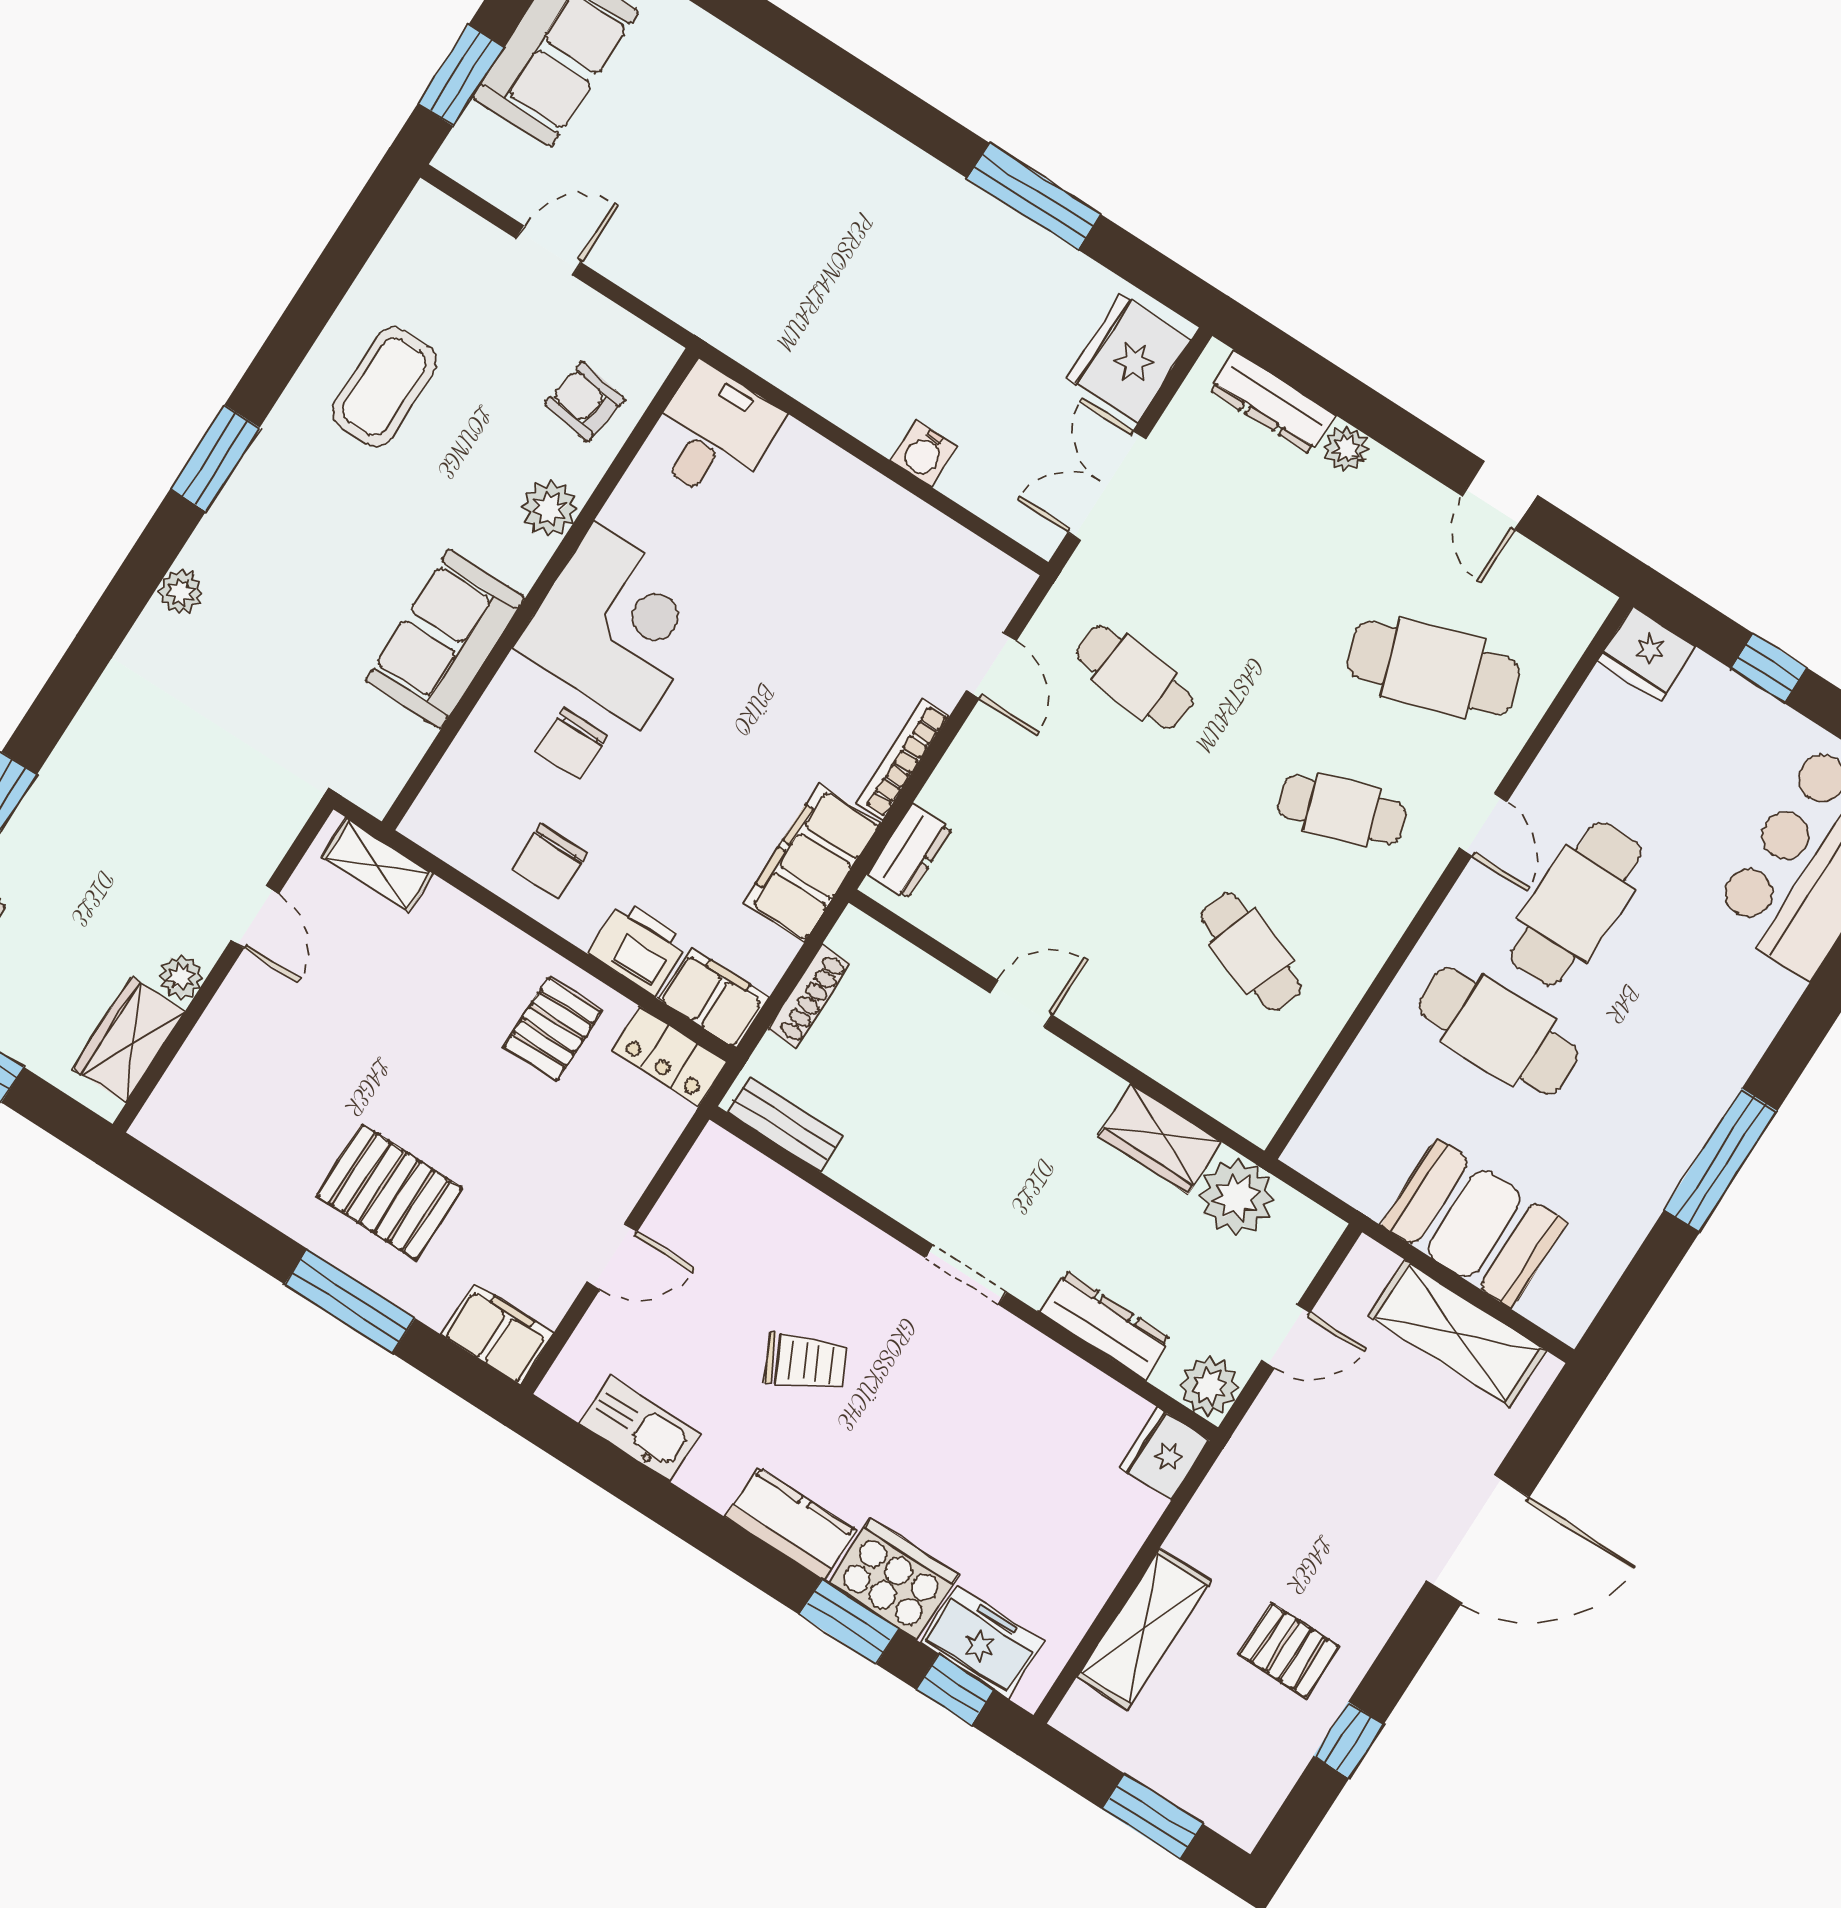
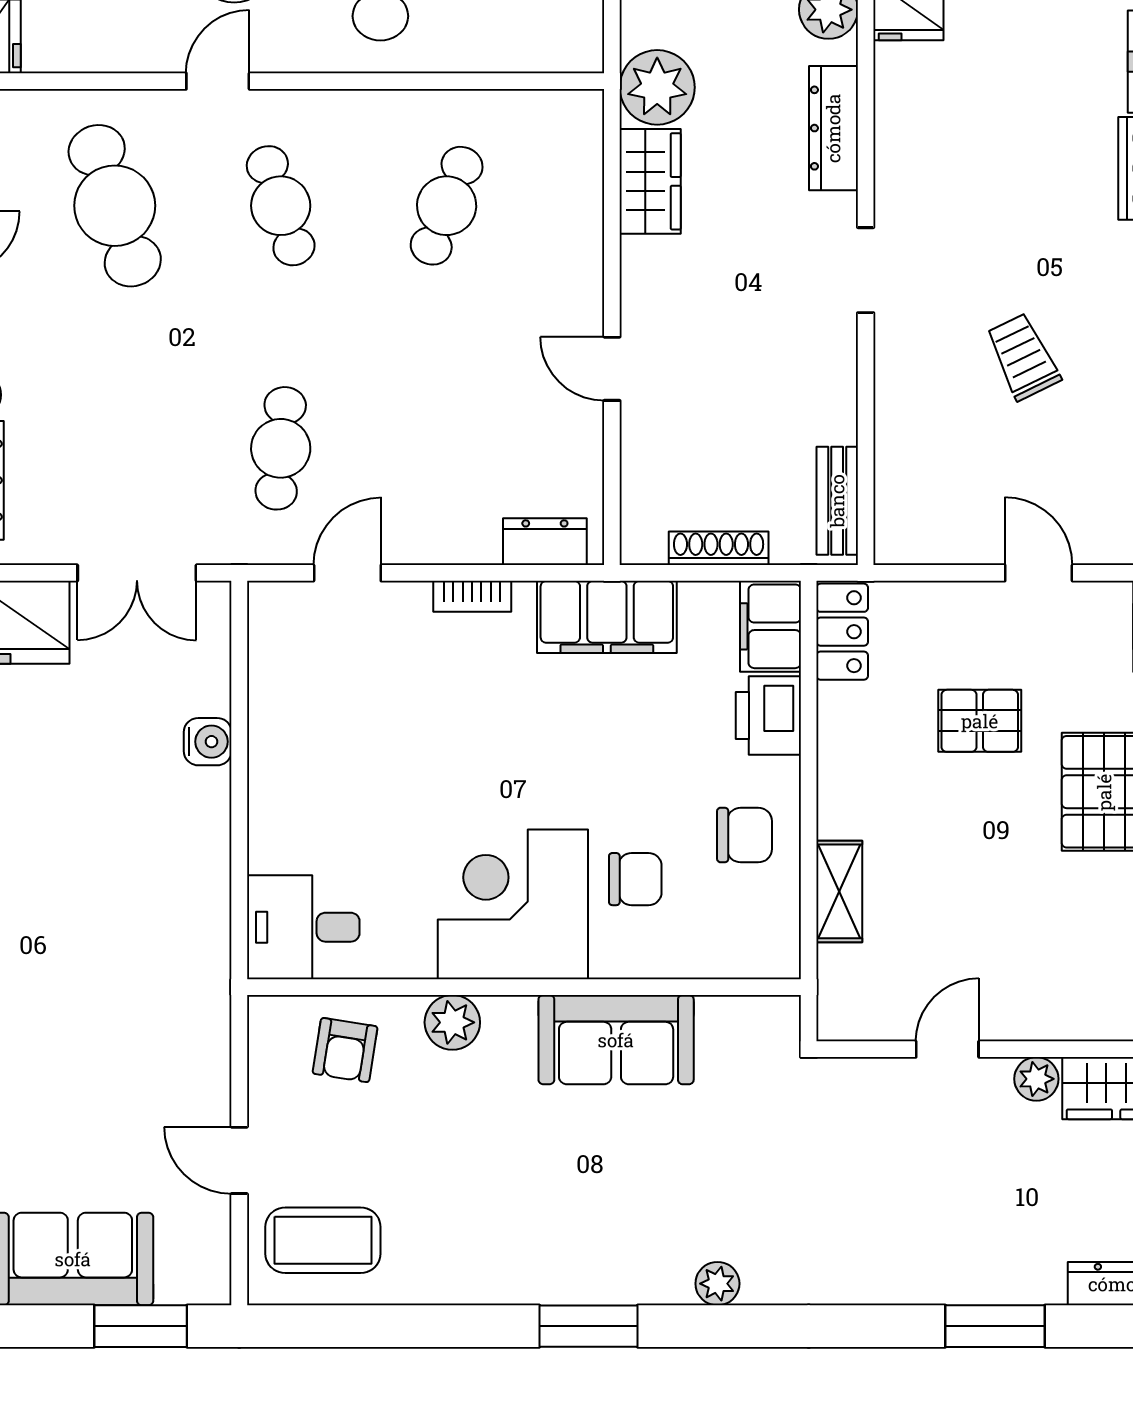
coffee table: (384, 387) -> (323, 1240), moved
bookcase: (903, 759) -> (472, 596), width x0.64
shelving: (377, 865) -> (839, 891), moved
pallet: (552, 1029) -> (980, 721), moved

